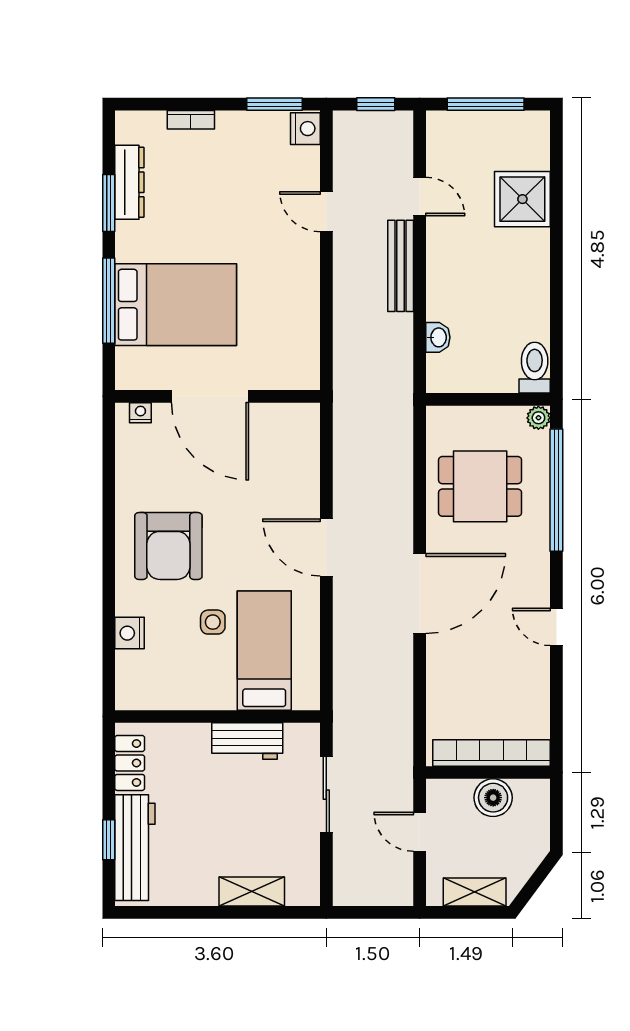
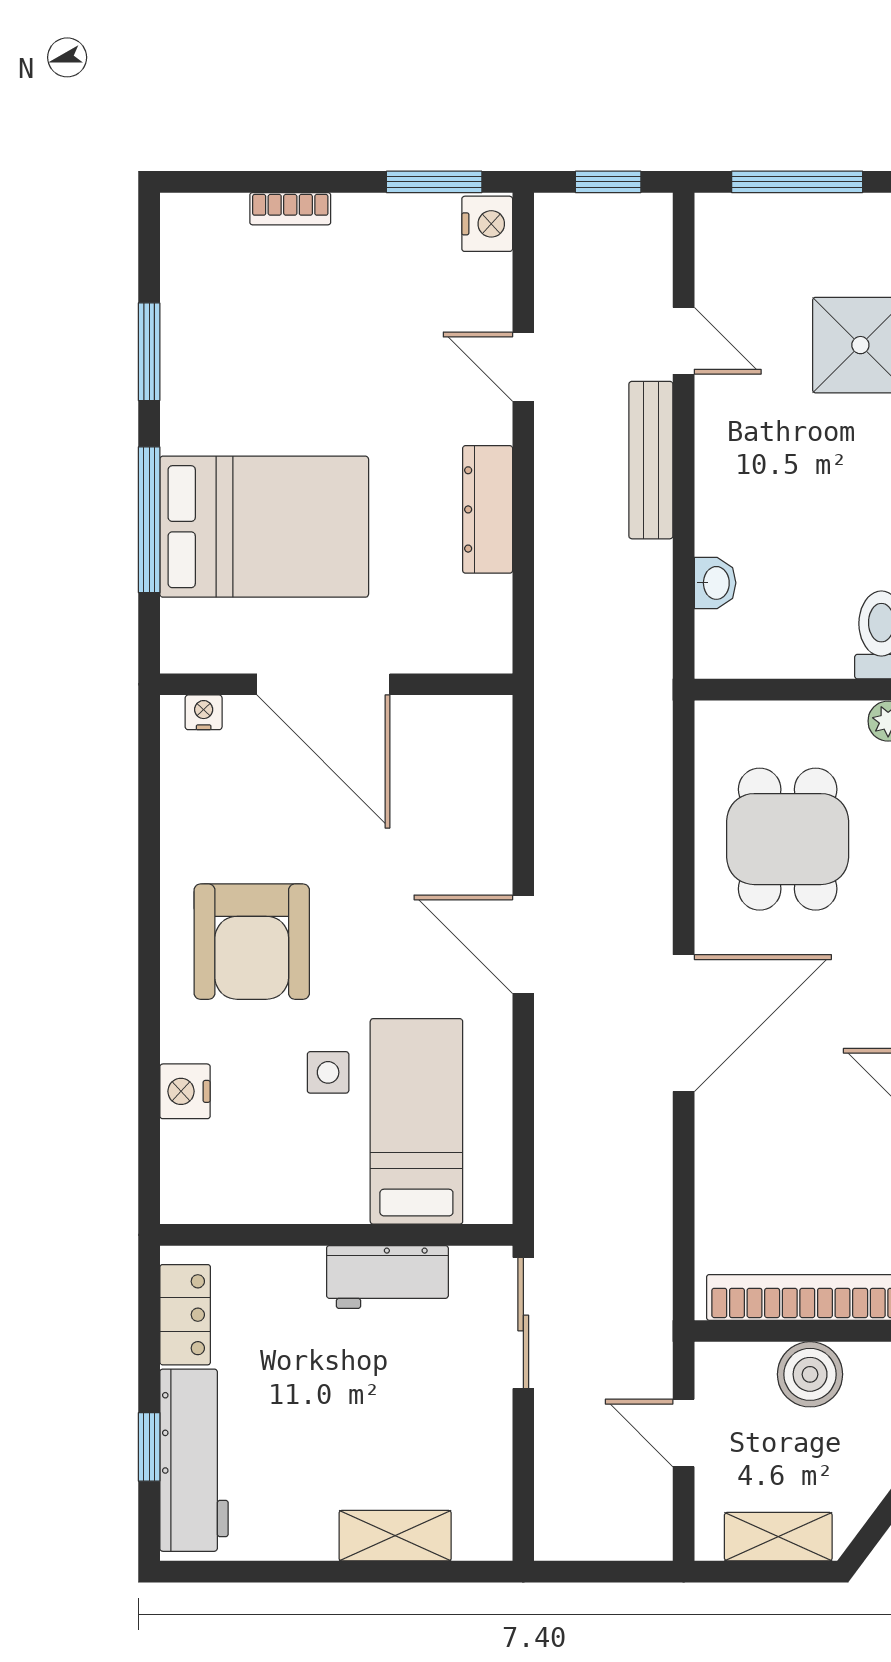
dresser: (129, 182) -> (488, 509), moved, turned 180
dining table: (480, 486) -> (788, 839), turned 90
sliding door: (326, 795) -> (523, 1323), moved

